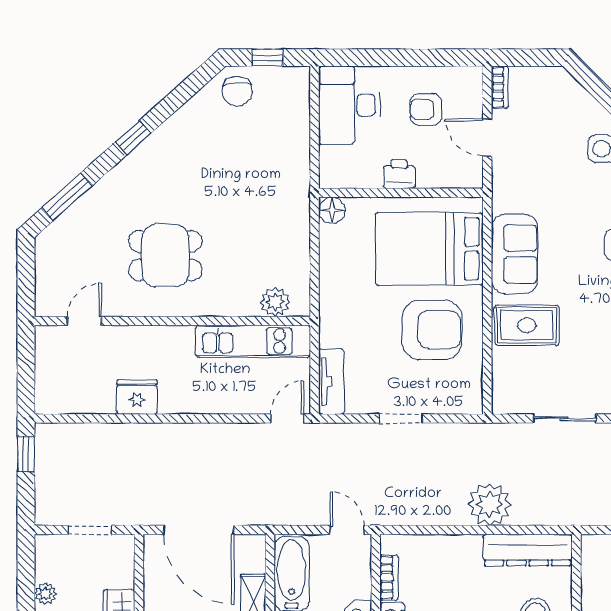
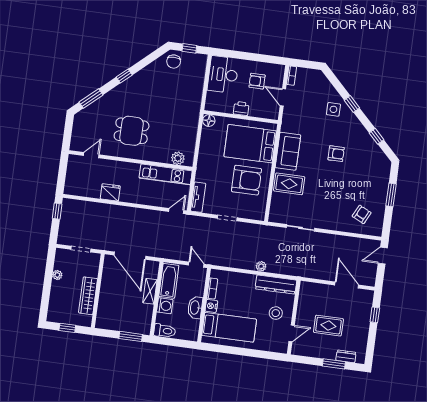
plant: (490, 504) -> (261, 266), width x0.53, depth x0.53

